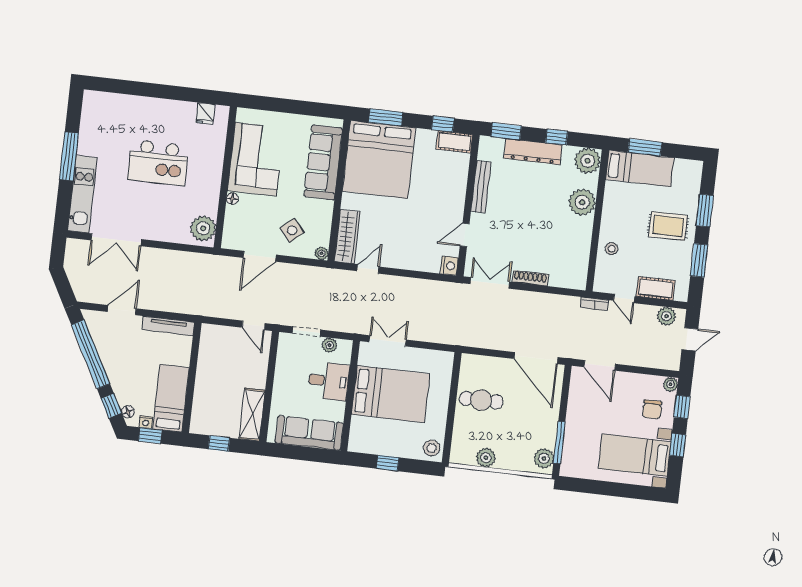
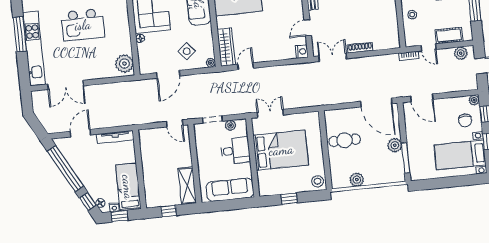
kitchen unit: (82, 194) -> (34, 49), width x1.36
plant: (544, 458) -> (395, 145), moved

